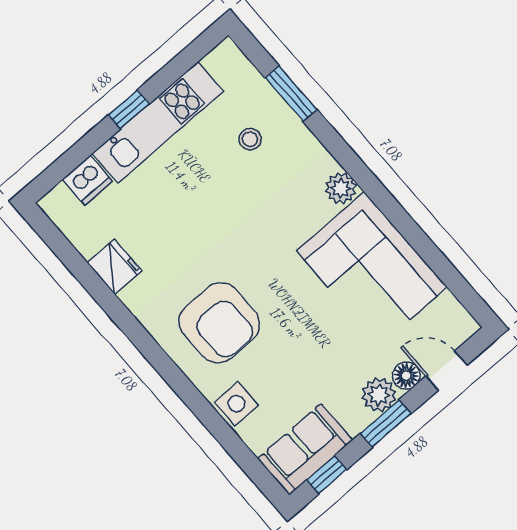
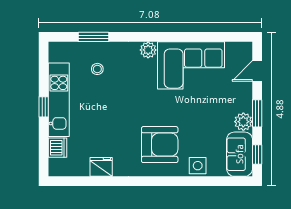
floor lamp: (406, 376) -> (245, 89), removed
plant: (379, 395) -> (243, 122), moved

